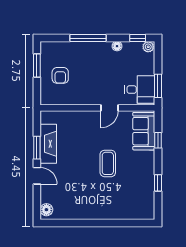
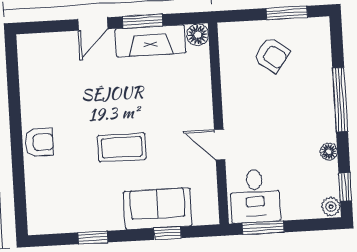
armchair: (60, 75) -> (272, 55), turned -144
sofa: (144, 131) -> (158, 209), moved
floor lamp: (46, 210) -> (198, 35), moved
armchair: (102, 210) -> (39, 142), added

